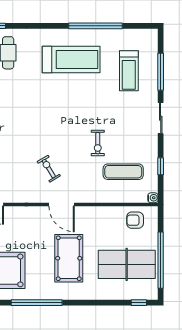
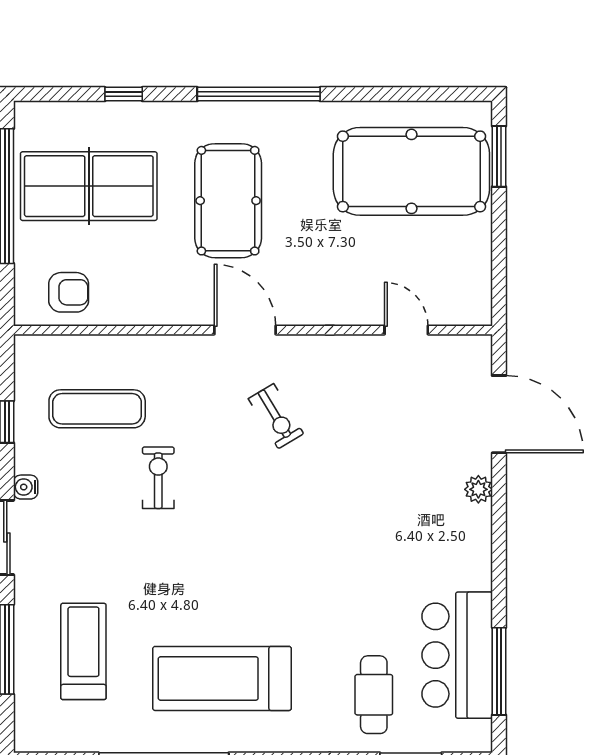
water cooler: (153, 198) -> (26, 487), moved
window: (37, 303) -> (259, 94), moved
window: (139, 303) -> (124, 94), moved

